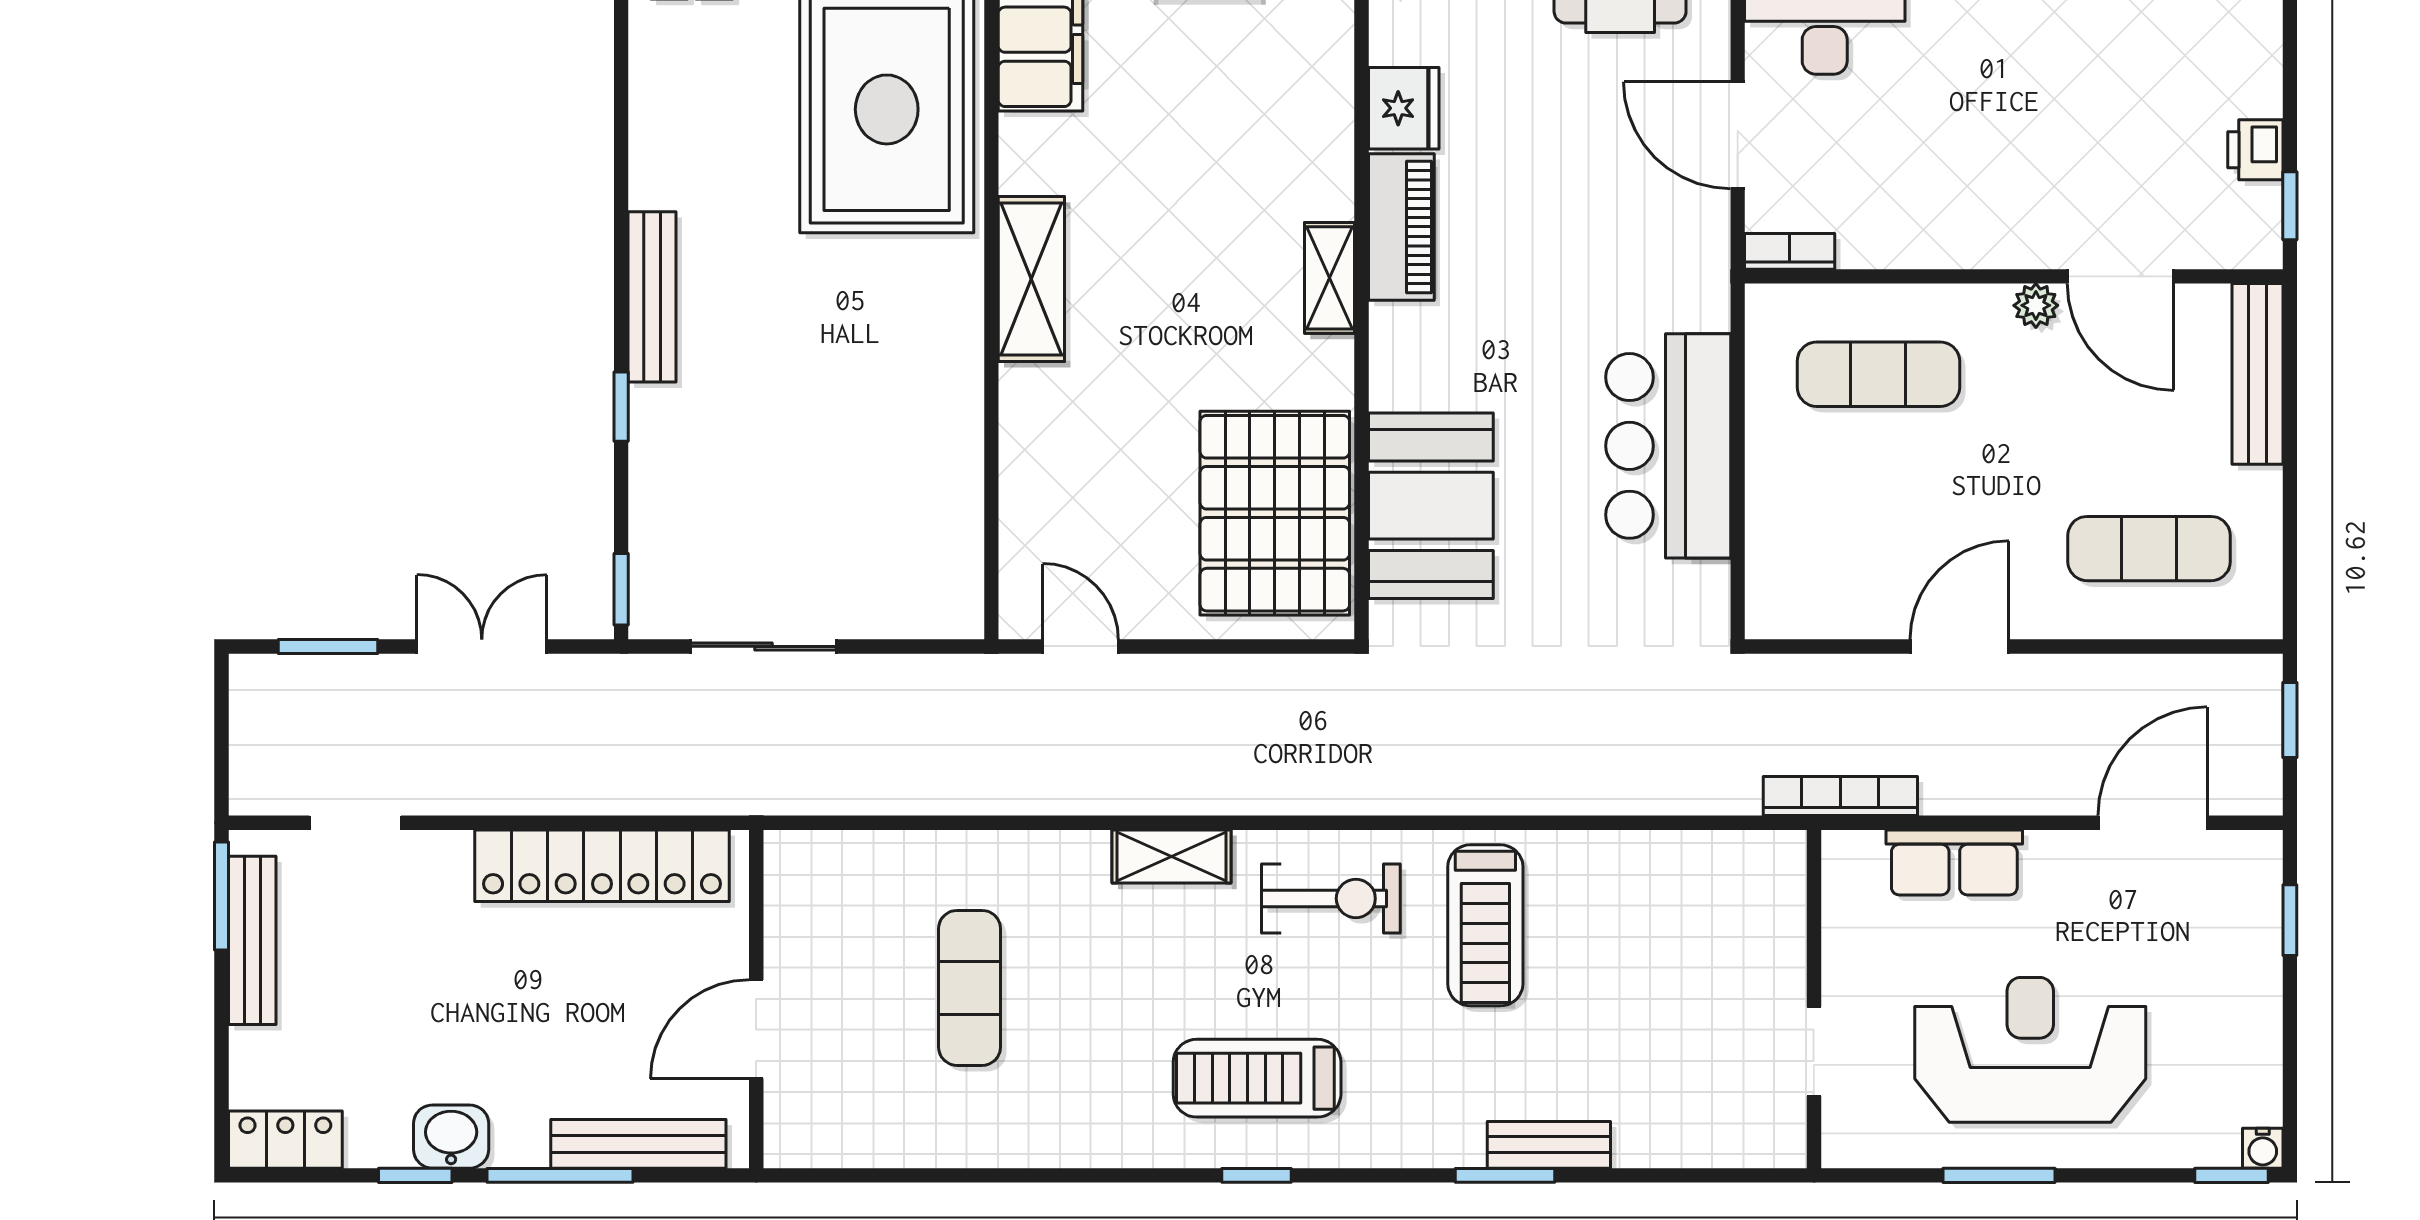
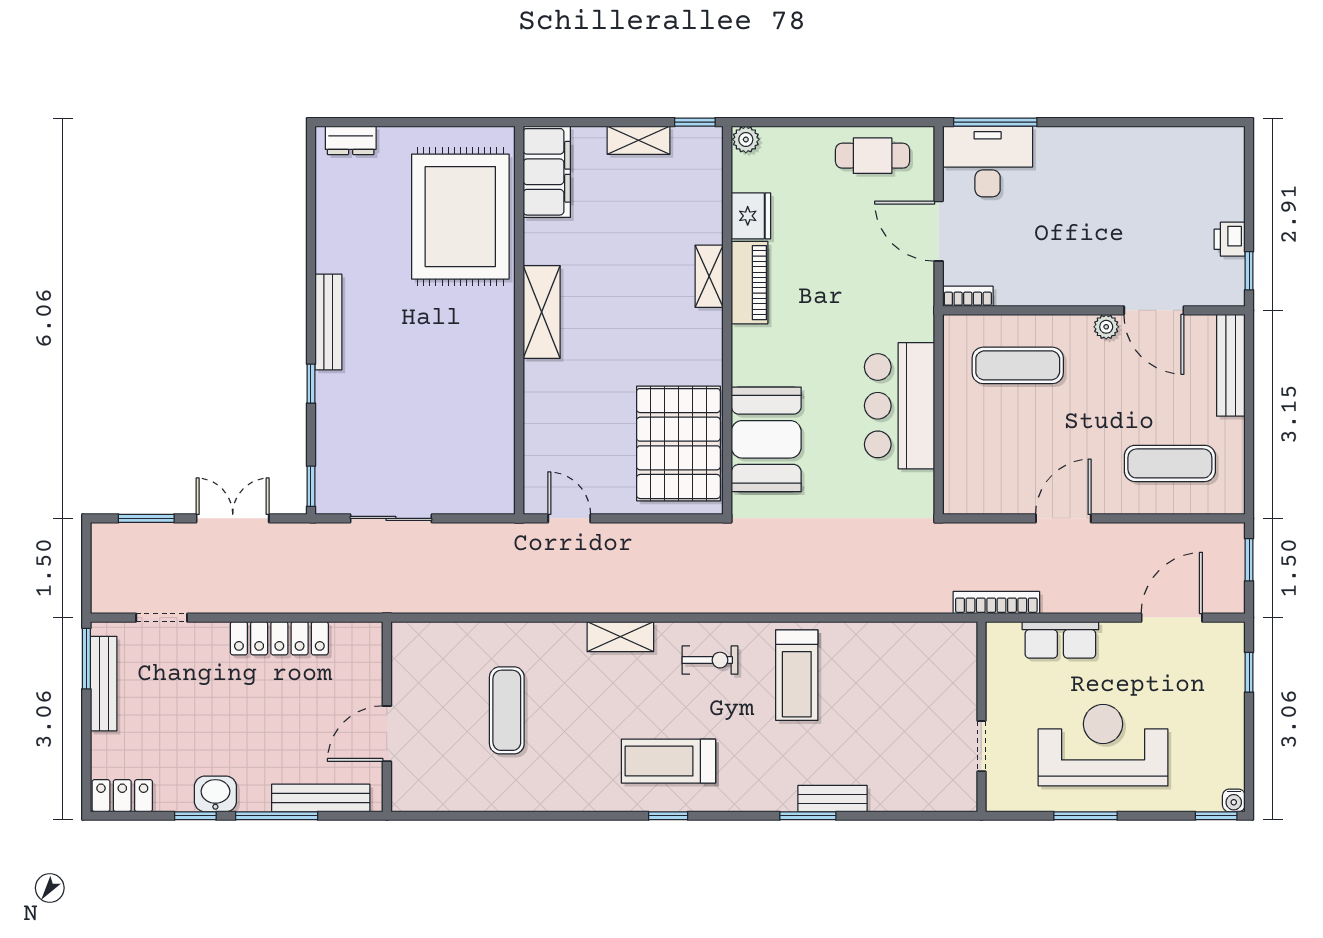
shelving: (1330, 278) -> (709, 276), moved
locker: (602, 866) -> (279, 638), width x0.71, depth x0.83
exercise bike: (1331, 898) -> (710, 660), width x0.73, depth x0.72

